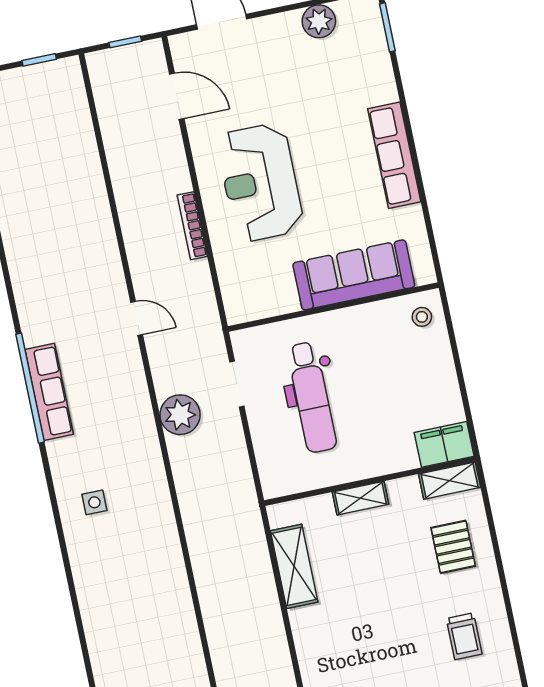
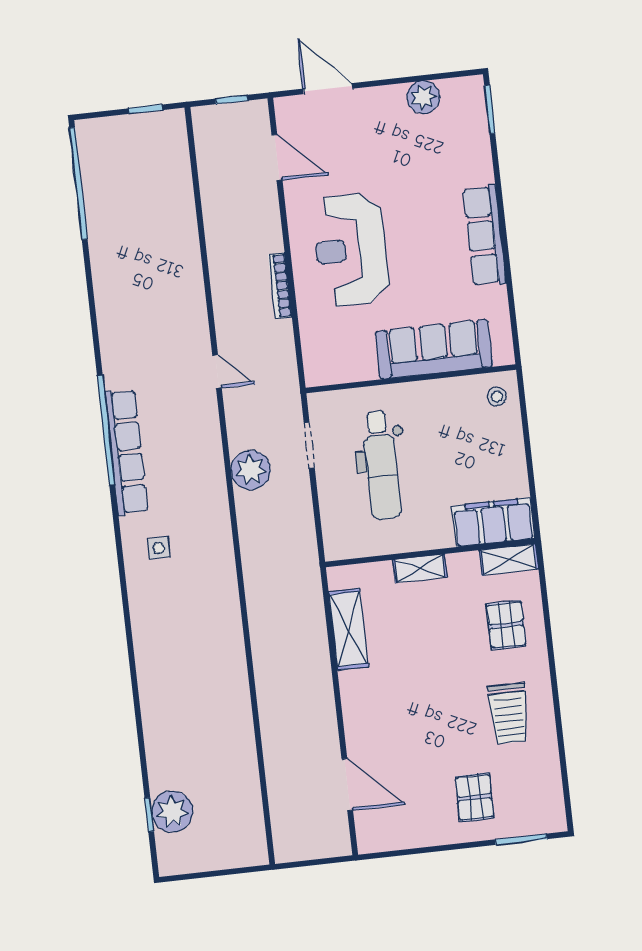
row of seats: (49, 392) -> (126, 452), width x1.36
filing cabinet: (444, 444) -> (493, 522), width x1.50, depth x1.17
trolley: (464, 636) -> (509, 714), width x1.36, depth x1.39

